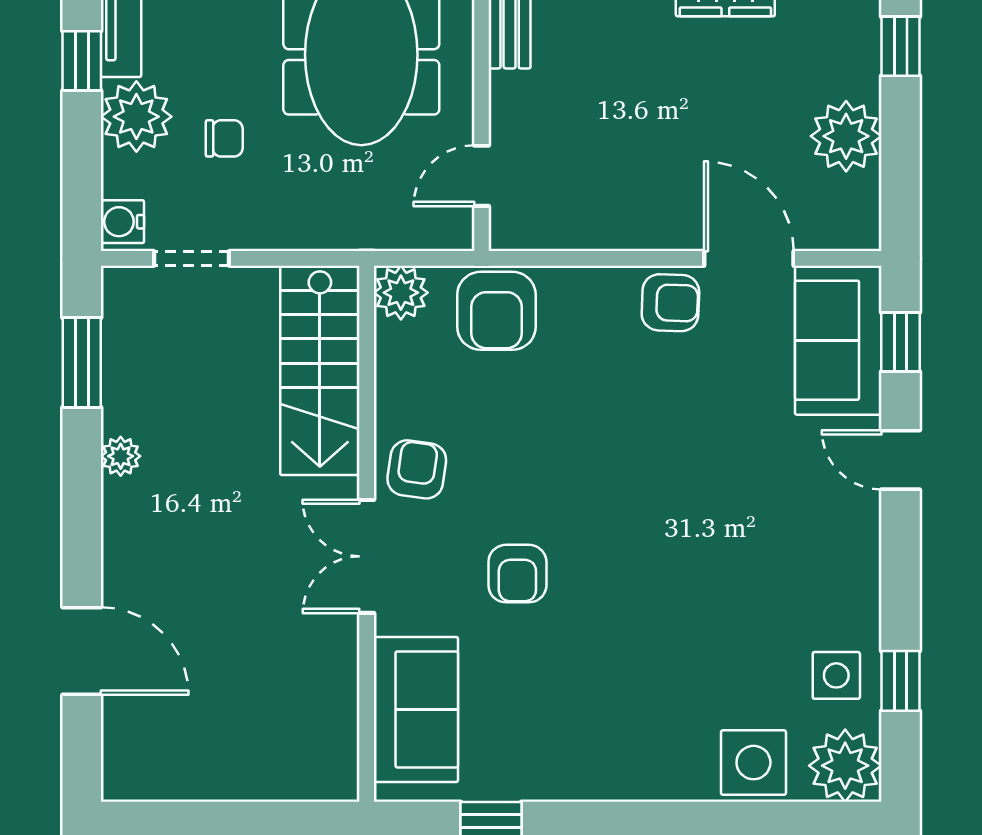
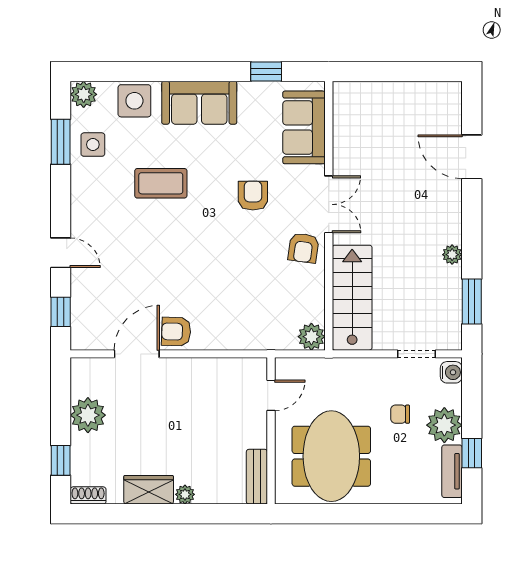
door: (749, 258) -> (137, 354), swing flipped
armchair: (496, 311) -> (263, 328), removed
sofa: (838, 340) -> (199, 103), moved, turned 90
coffee table: (701, 598) -> (161, 183), added
window: (901, 681) -> (61, 142), width x1.50
plant: (845, 766) -> (84, 94), width x0.73, depth x0.73

